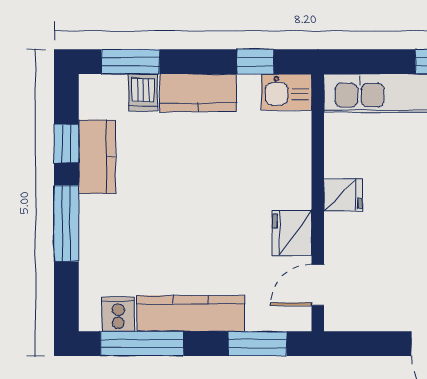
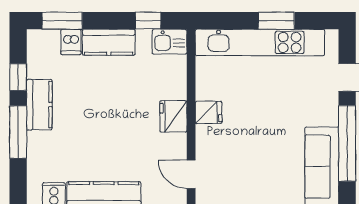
kitchen counter: (97, 157) -> (39, 105), moved
fridge: (292, 233) -> (173, 116), moved
door: (318, 285) -> (191, 174), hinge flipped

